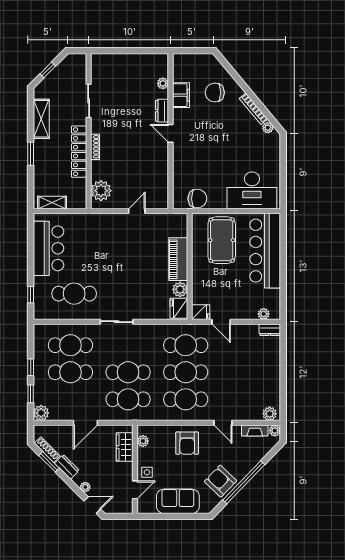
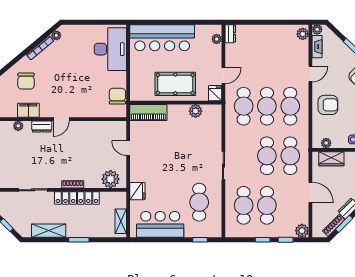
pool table: (222, 240) -> (175, 84), moved
piano: (178, 259) -> (148, 113), moved
fridge: (179, 308) -> (137, 191), moved, turned -90

